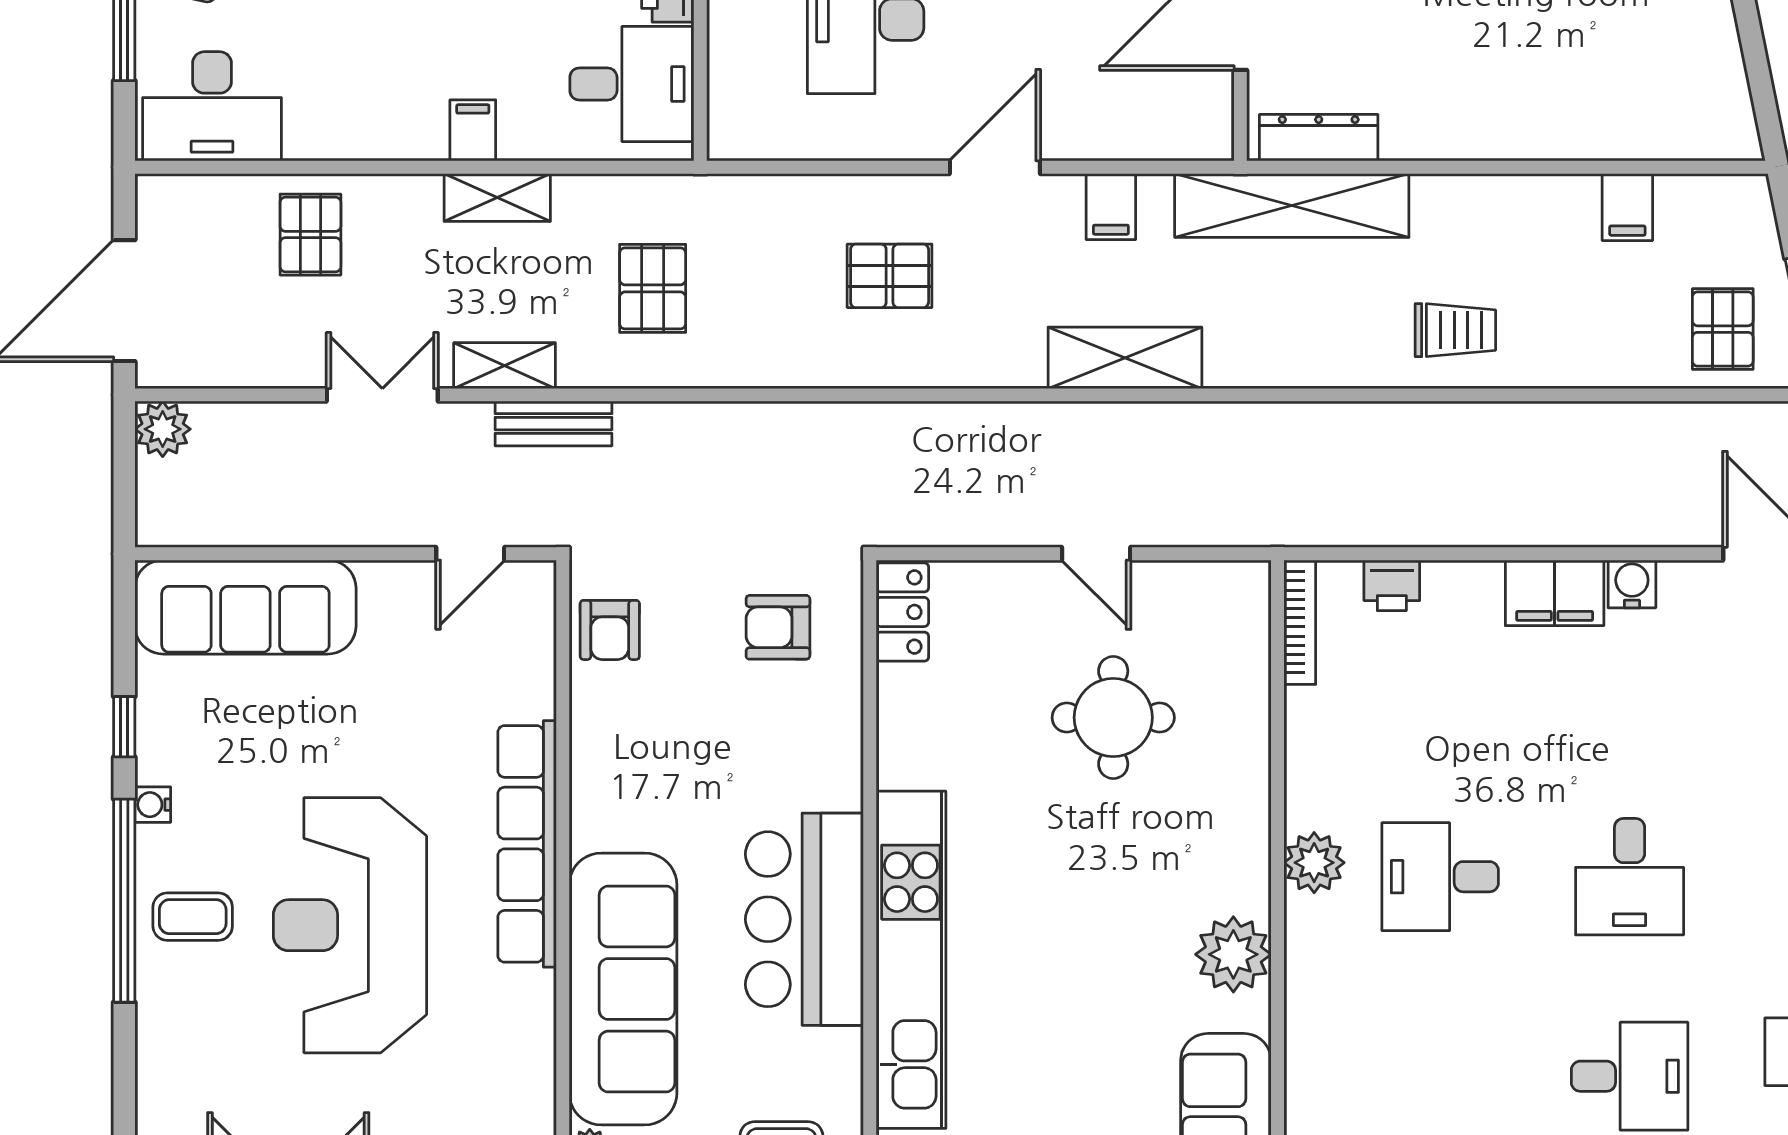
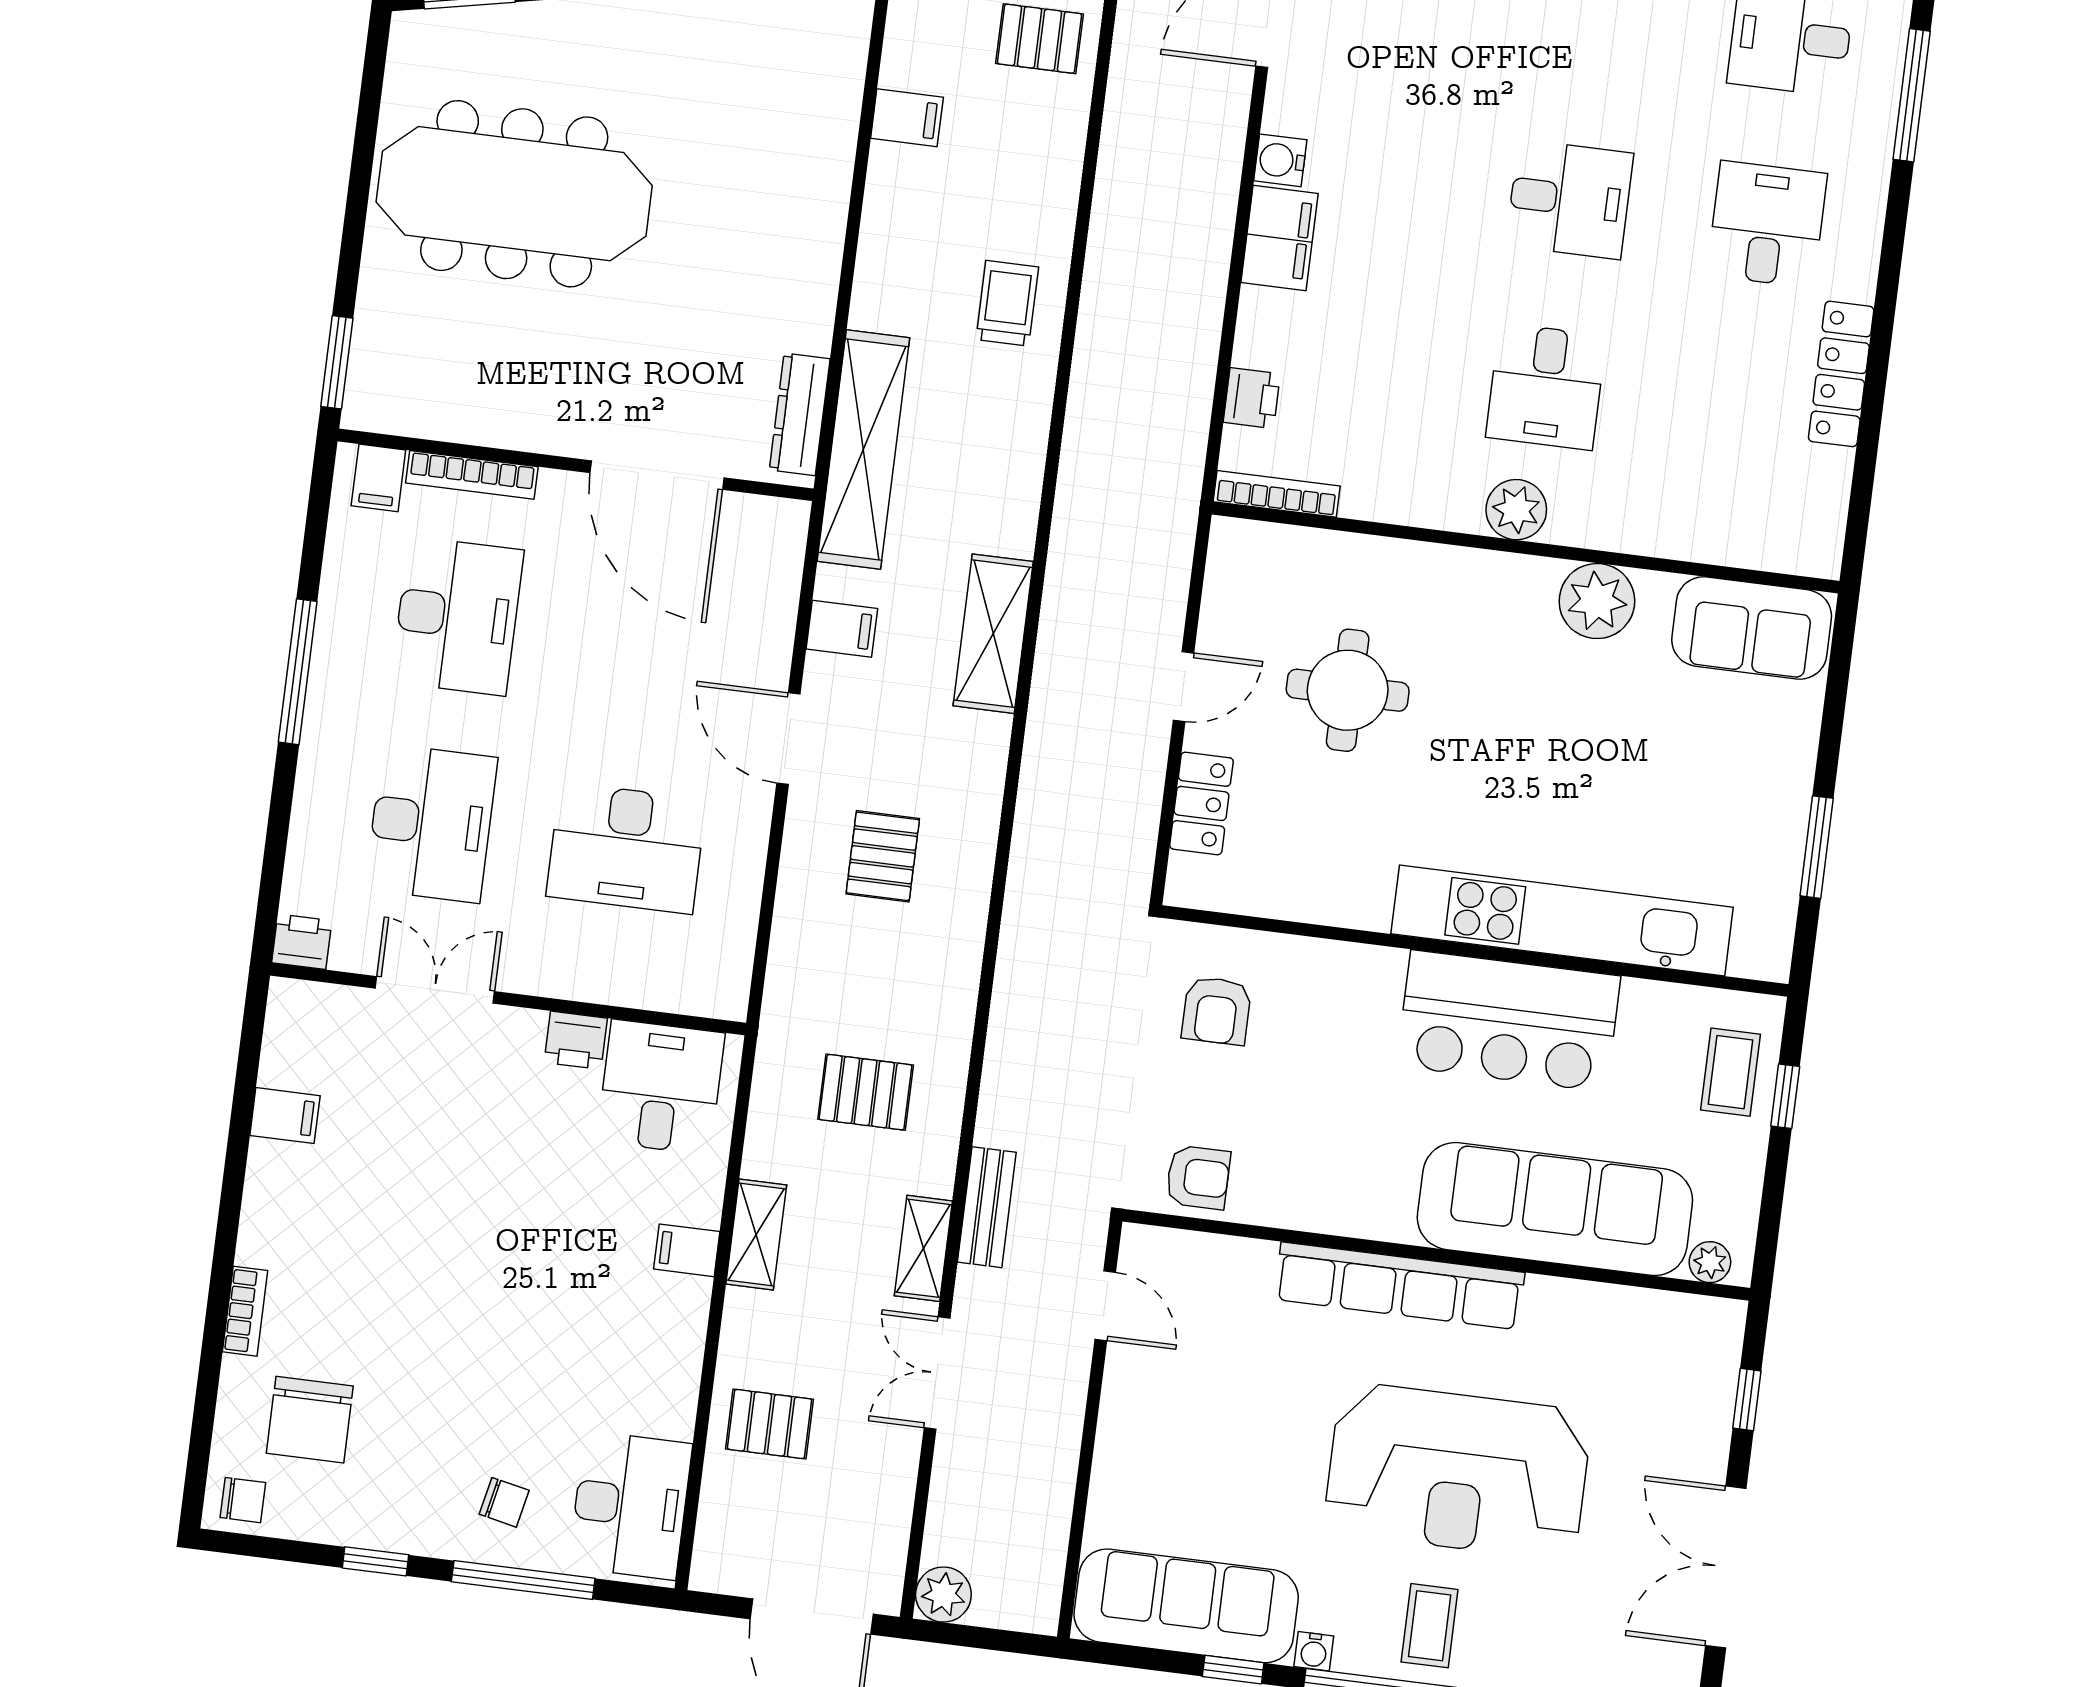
sofa: (245, 607) -> (1186, 1606), moved, turned -90
locker: (902, 612) -> (1201, 803), moved, turned 90

